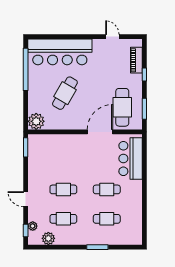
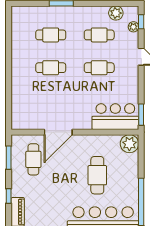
cafe table: (65, 93) -> (97, 175), turned -30
cafe table: (122, 107) -> (33, 159), width x0.73, depth x0.74
bar counter: (131, 159) -> (115, 117), moved, turned -90

